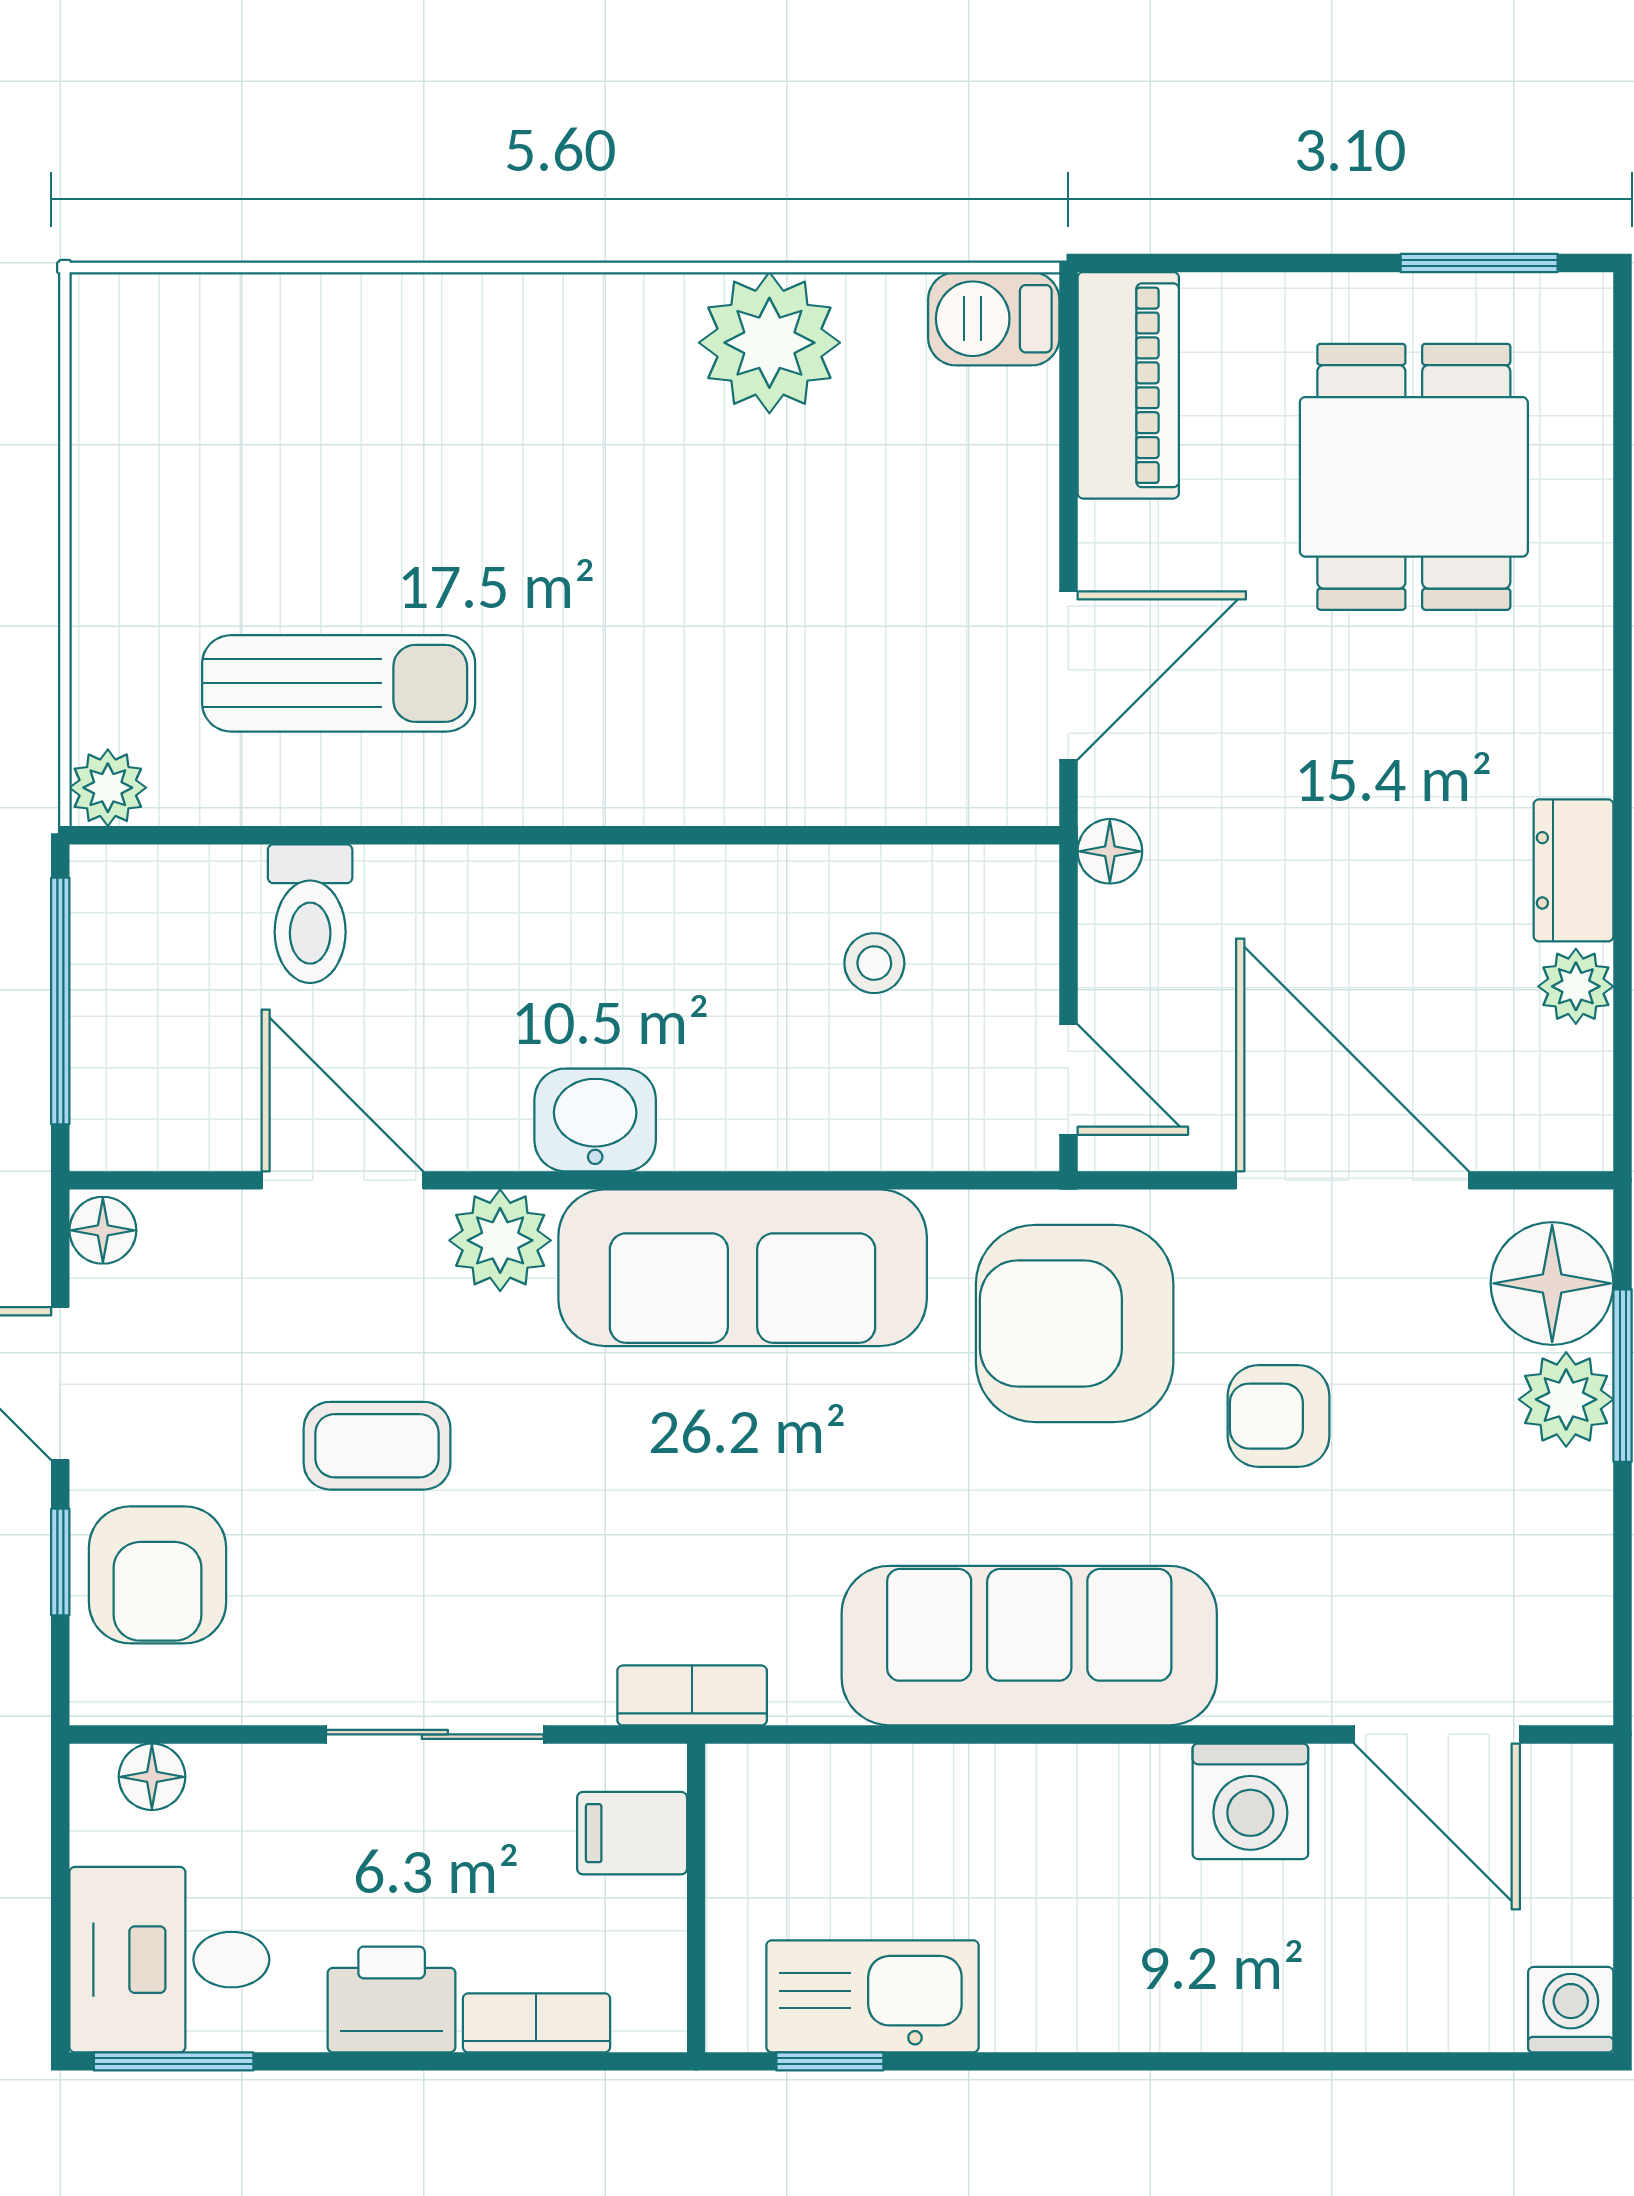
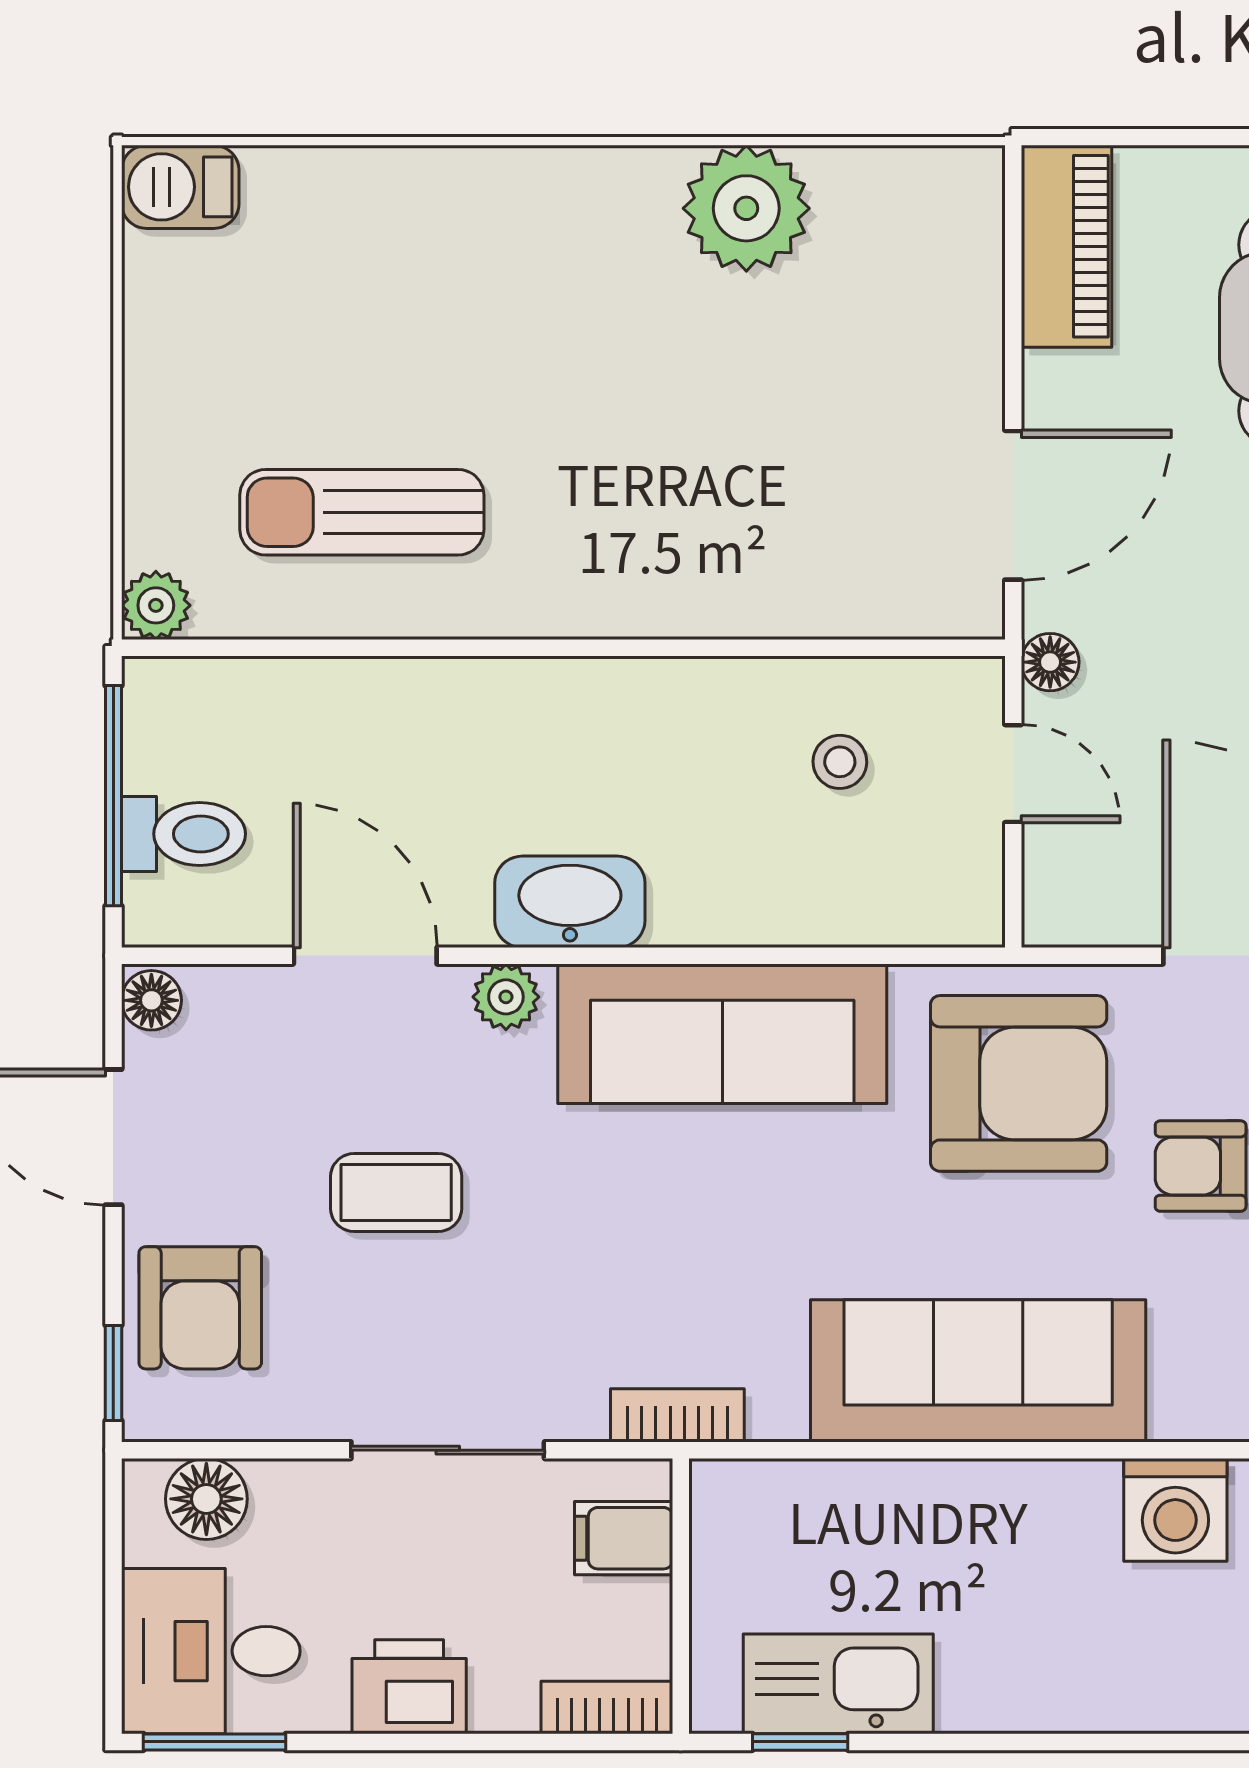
barbecue: (994, 319) -> (180, 187), moved
sun lounger: (339, 683) -> (362, 512), turned 180
toilet: (310, 914) -> (184, 834), moved, turned -90
door: (1068, 1080) -> (1013, 774), moved
washbasin: (595, 1120) -> (570, 902), width x1.38
plant: (500, 1240) -> (506, 997), width x0.73, depth x0.73
armchair: (1075, 1323) -> (1019, 1083), turned 180
window: (60, 1562) -> (113, 1373), moved
floor lamp: (152, 1777) -> (206, 1499), width x1.37, depth x1.37
bookcase: (536, 2023) -> (607, 1708), moved

